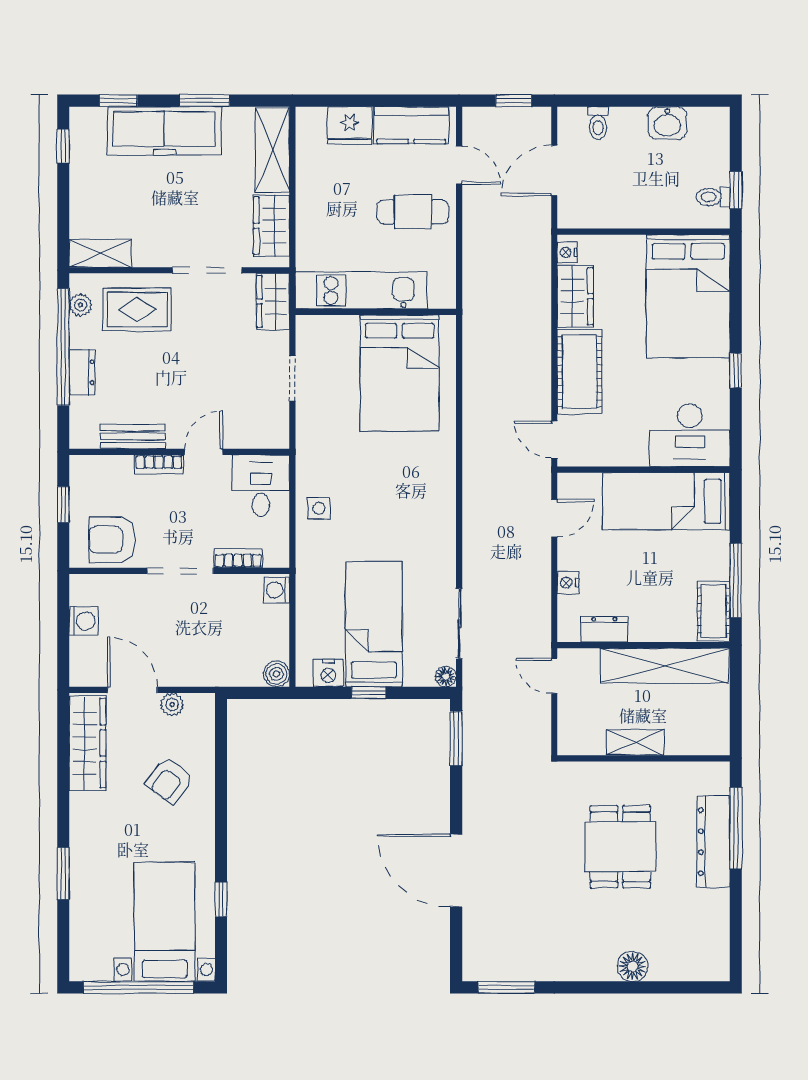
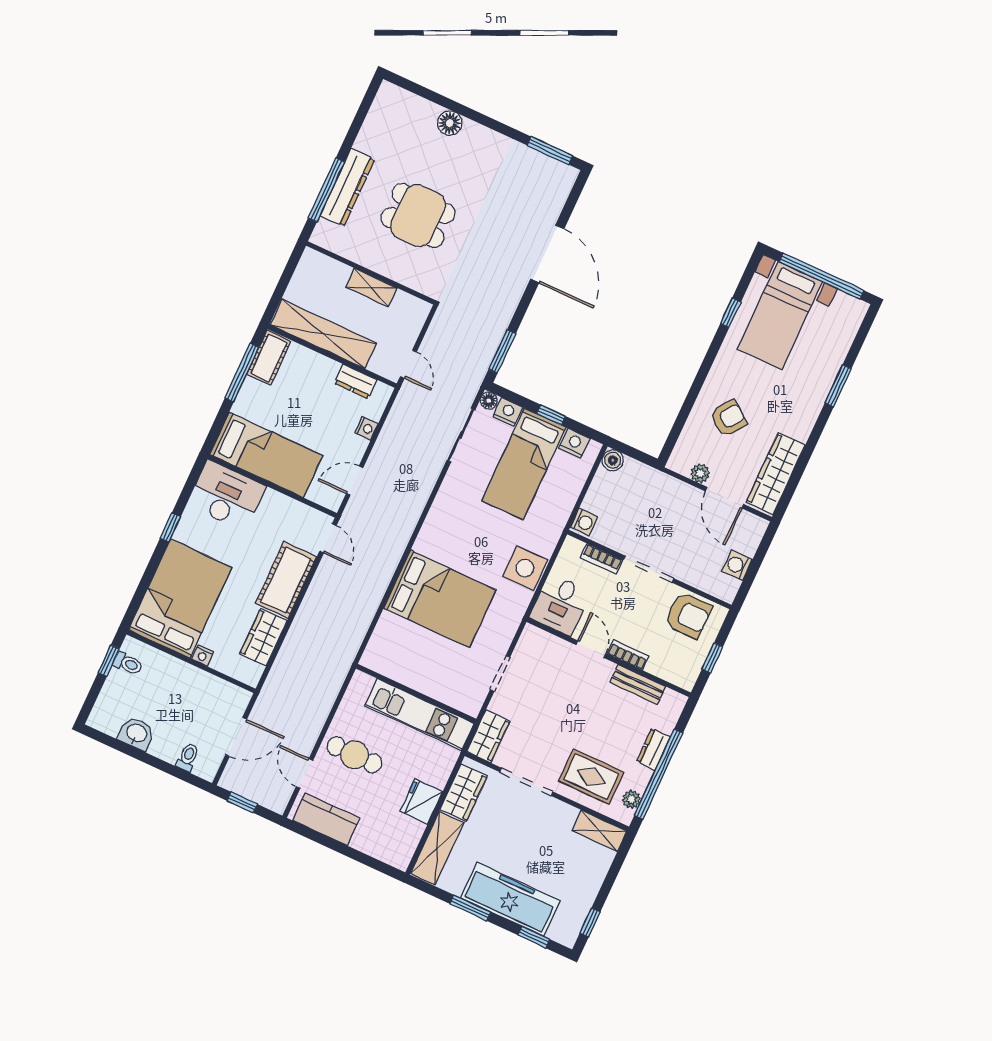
fridge: (350, 126) -> (421, 801), moved, turned -90
nightstand: (567, 252) -> (203, 655), moved, turned 90
bed: (400, 373) -> (440, 599), moved, turned 90
door: (204, 452) -> (591, 649), swing flipped
side table: (319, 508) -> (525, 568), width x1.87, depth x1.87
nightstand: (419, 674) -> (508, 412), added
dining table: (620, 847) -> (418, 216), turned 90

